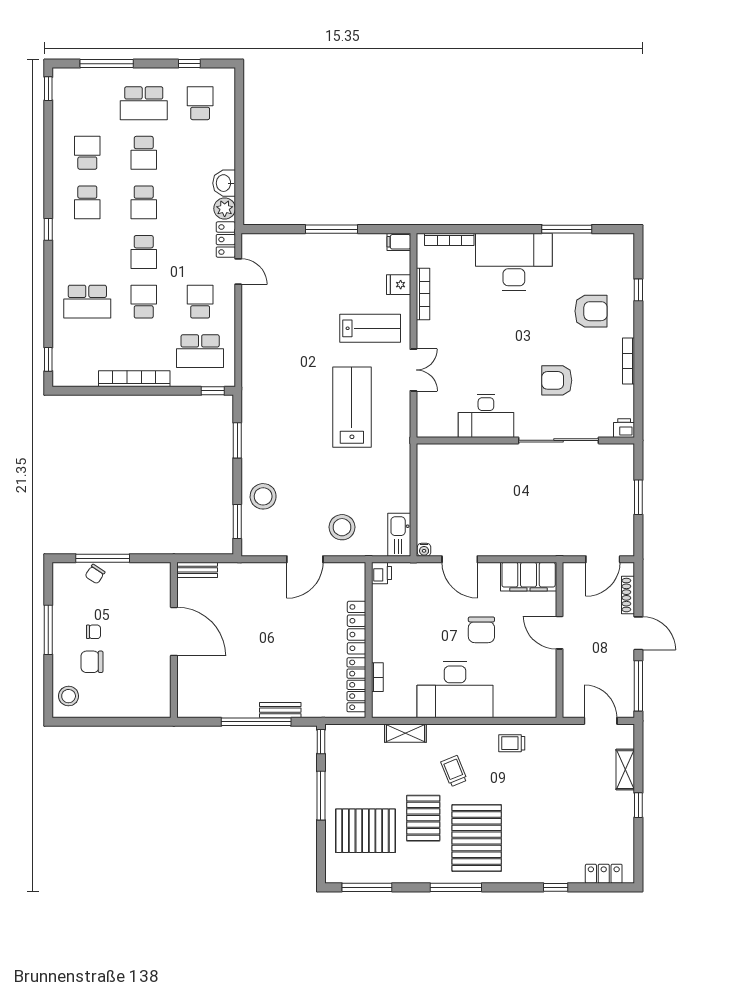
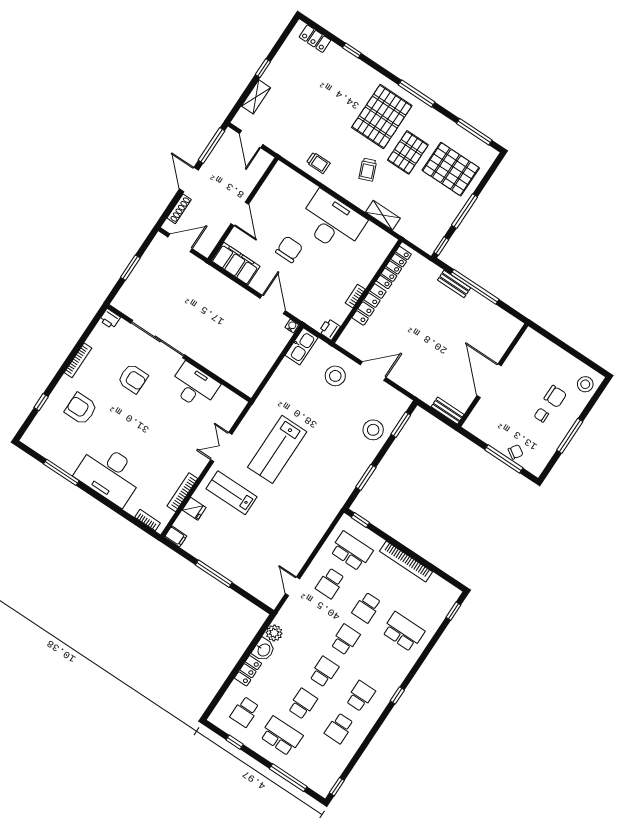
bookcase: (449, 239) -> (148, 520), width x0.64
locker: (226, 240) -> (248, 671), moved
bookcase: (377, 677) -> (355, 296), moved

